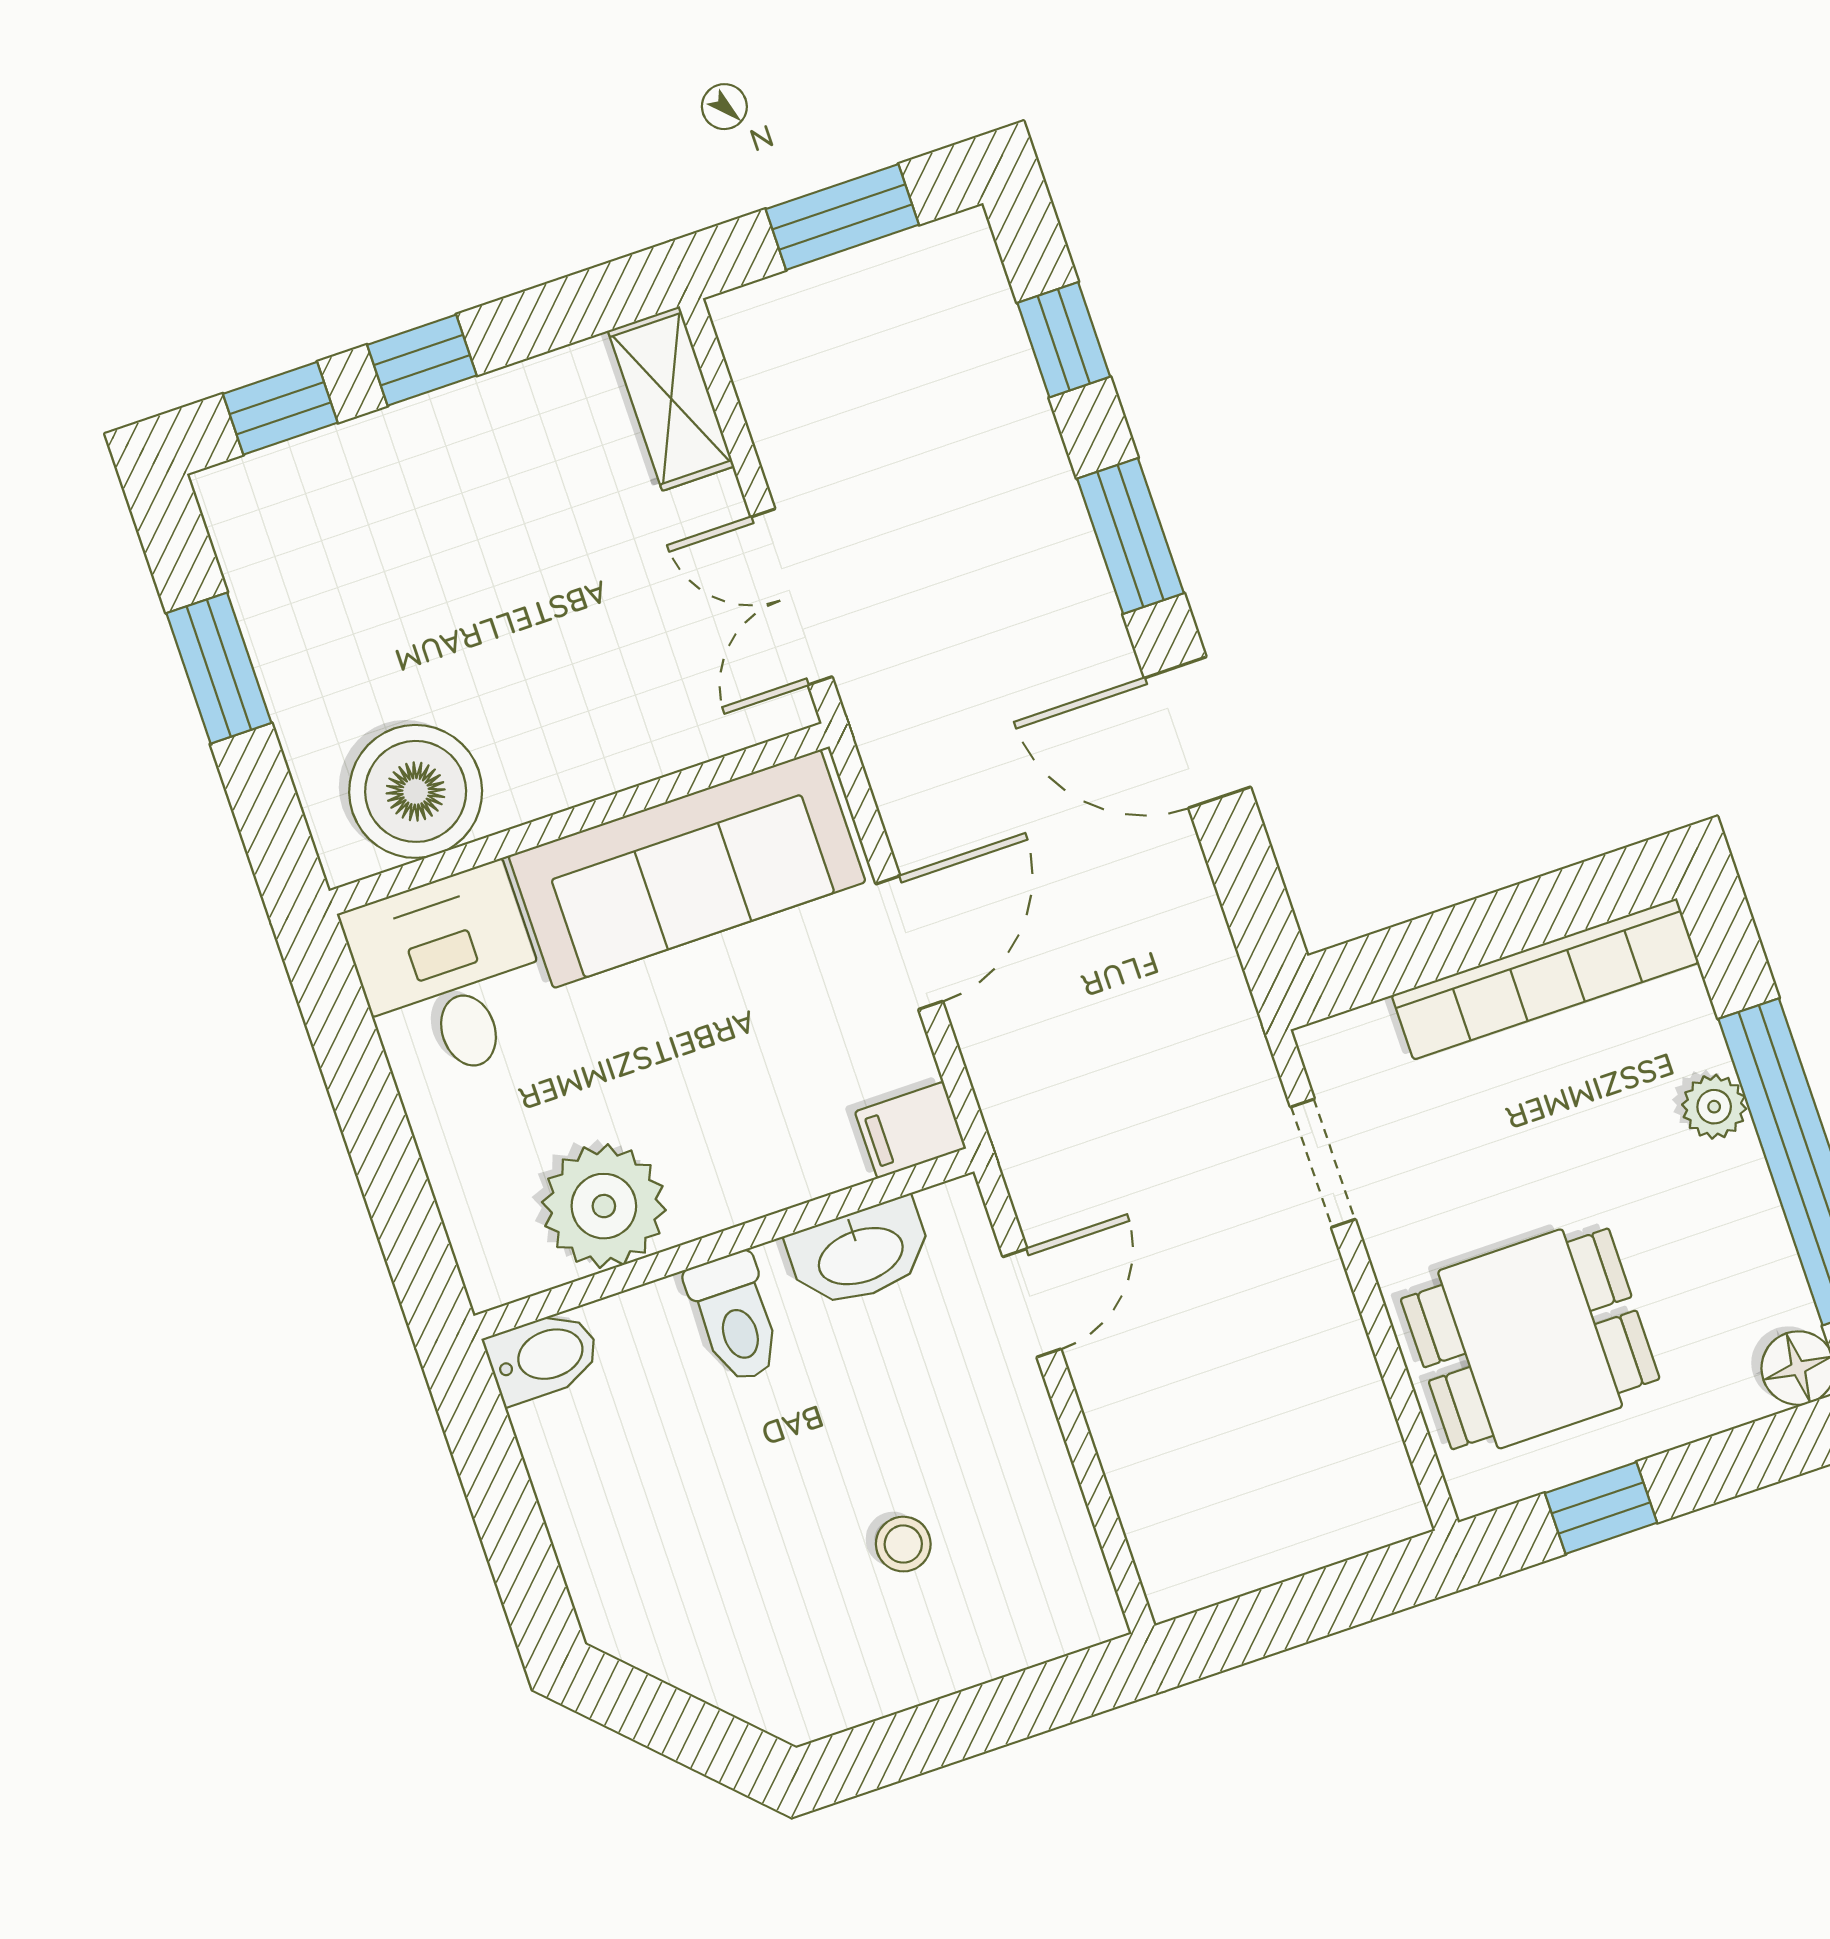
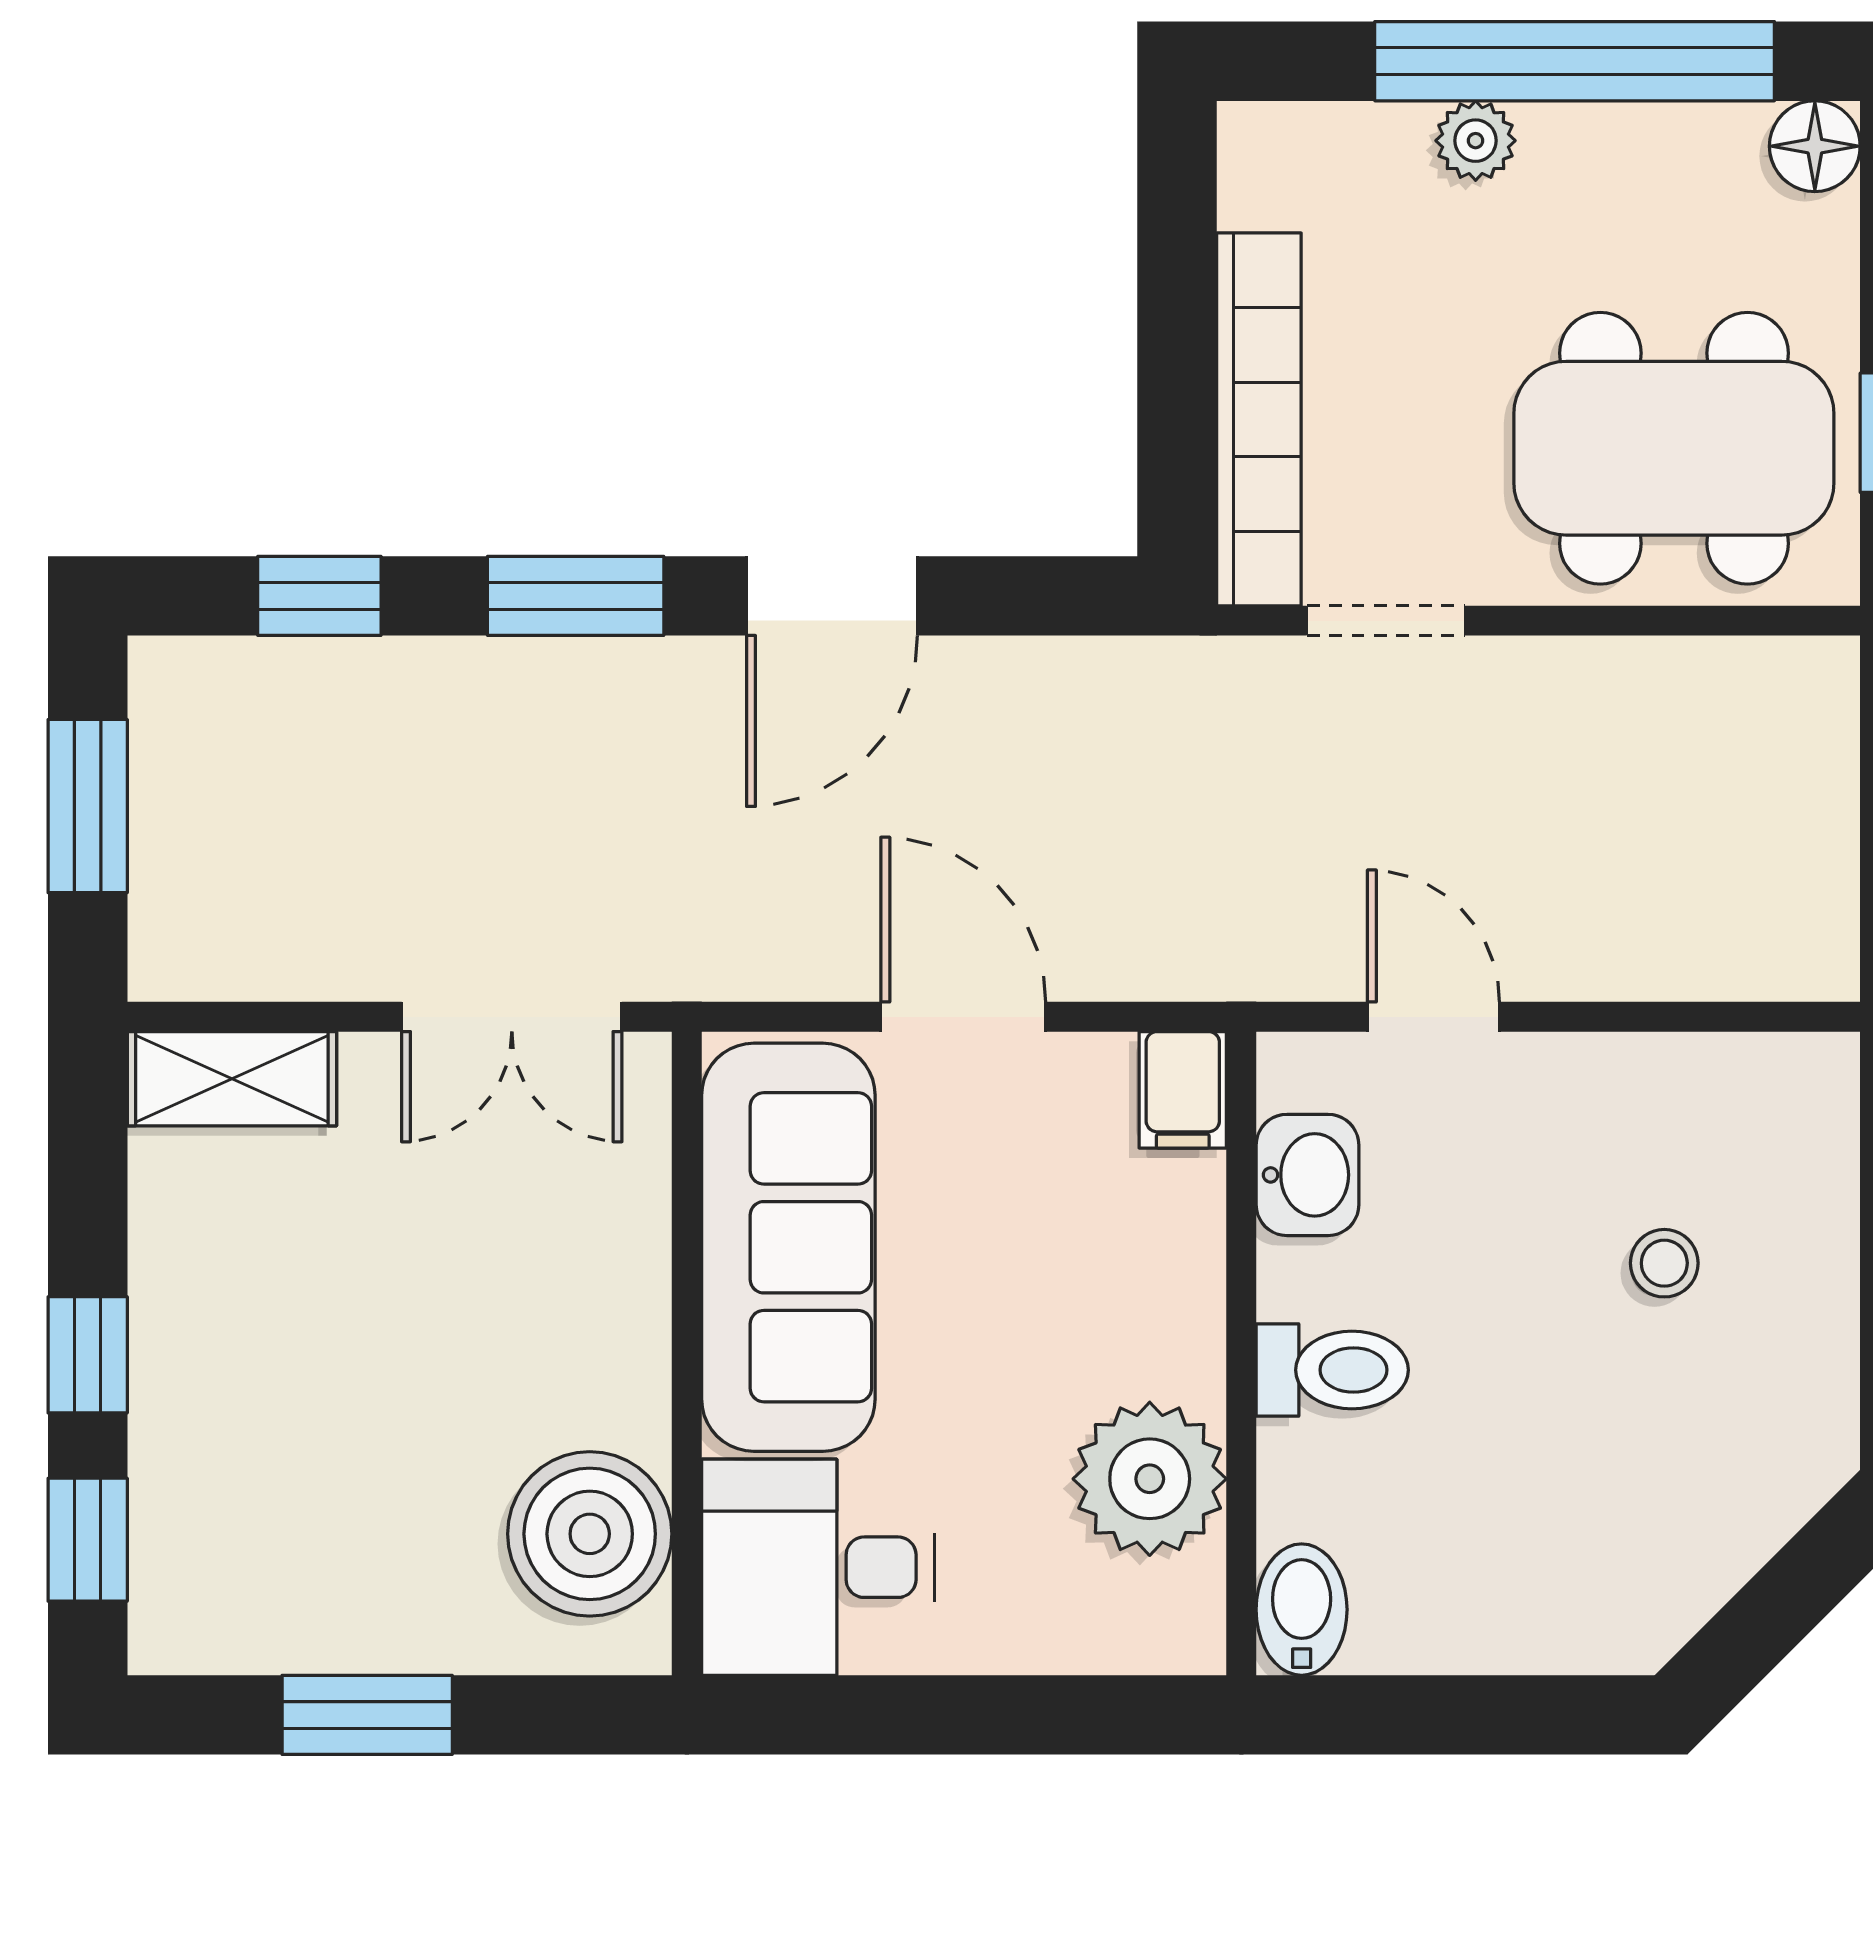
bookcase: (1545, 979) -> (1259, 419), moved
washbasin: (860, 1254) -> (1307, 1175), width x0.72
dining table: (1530, 1339) -> (1674, 448), width x1.38

